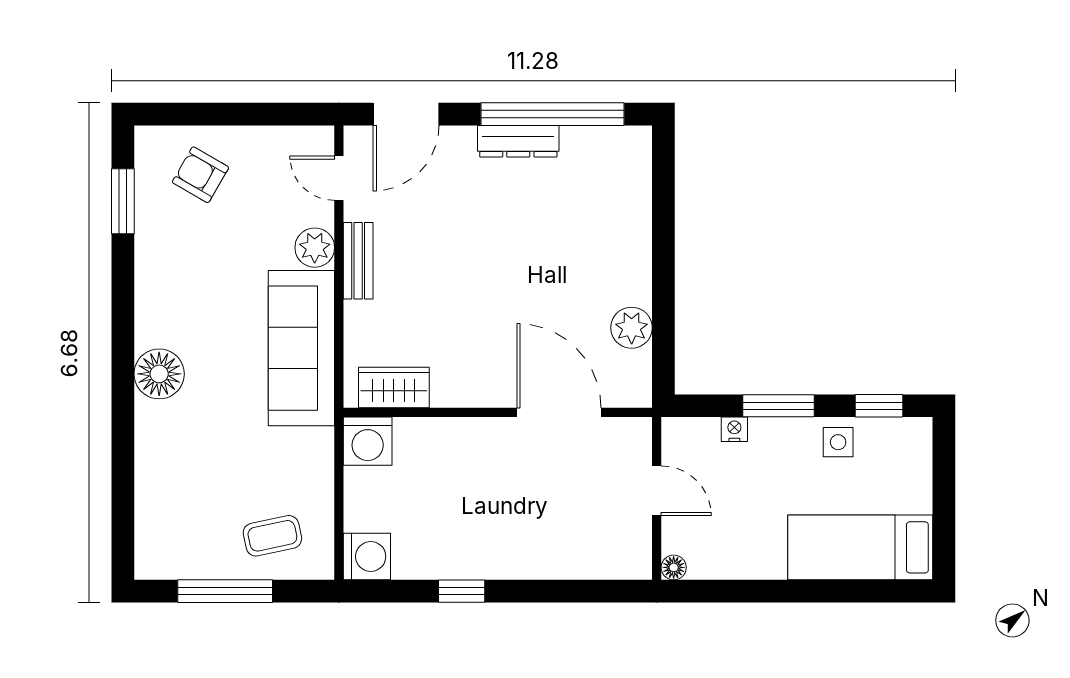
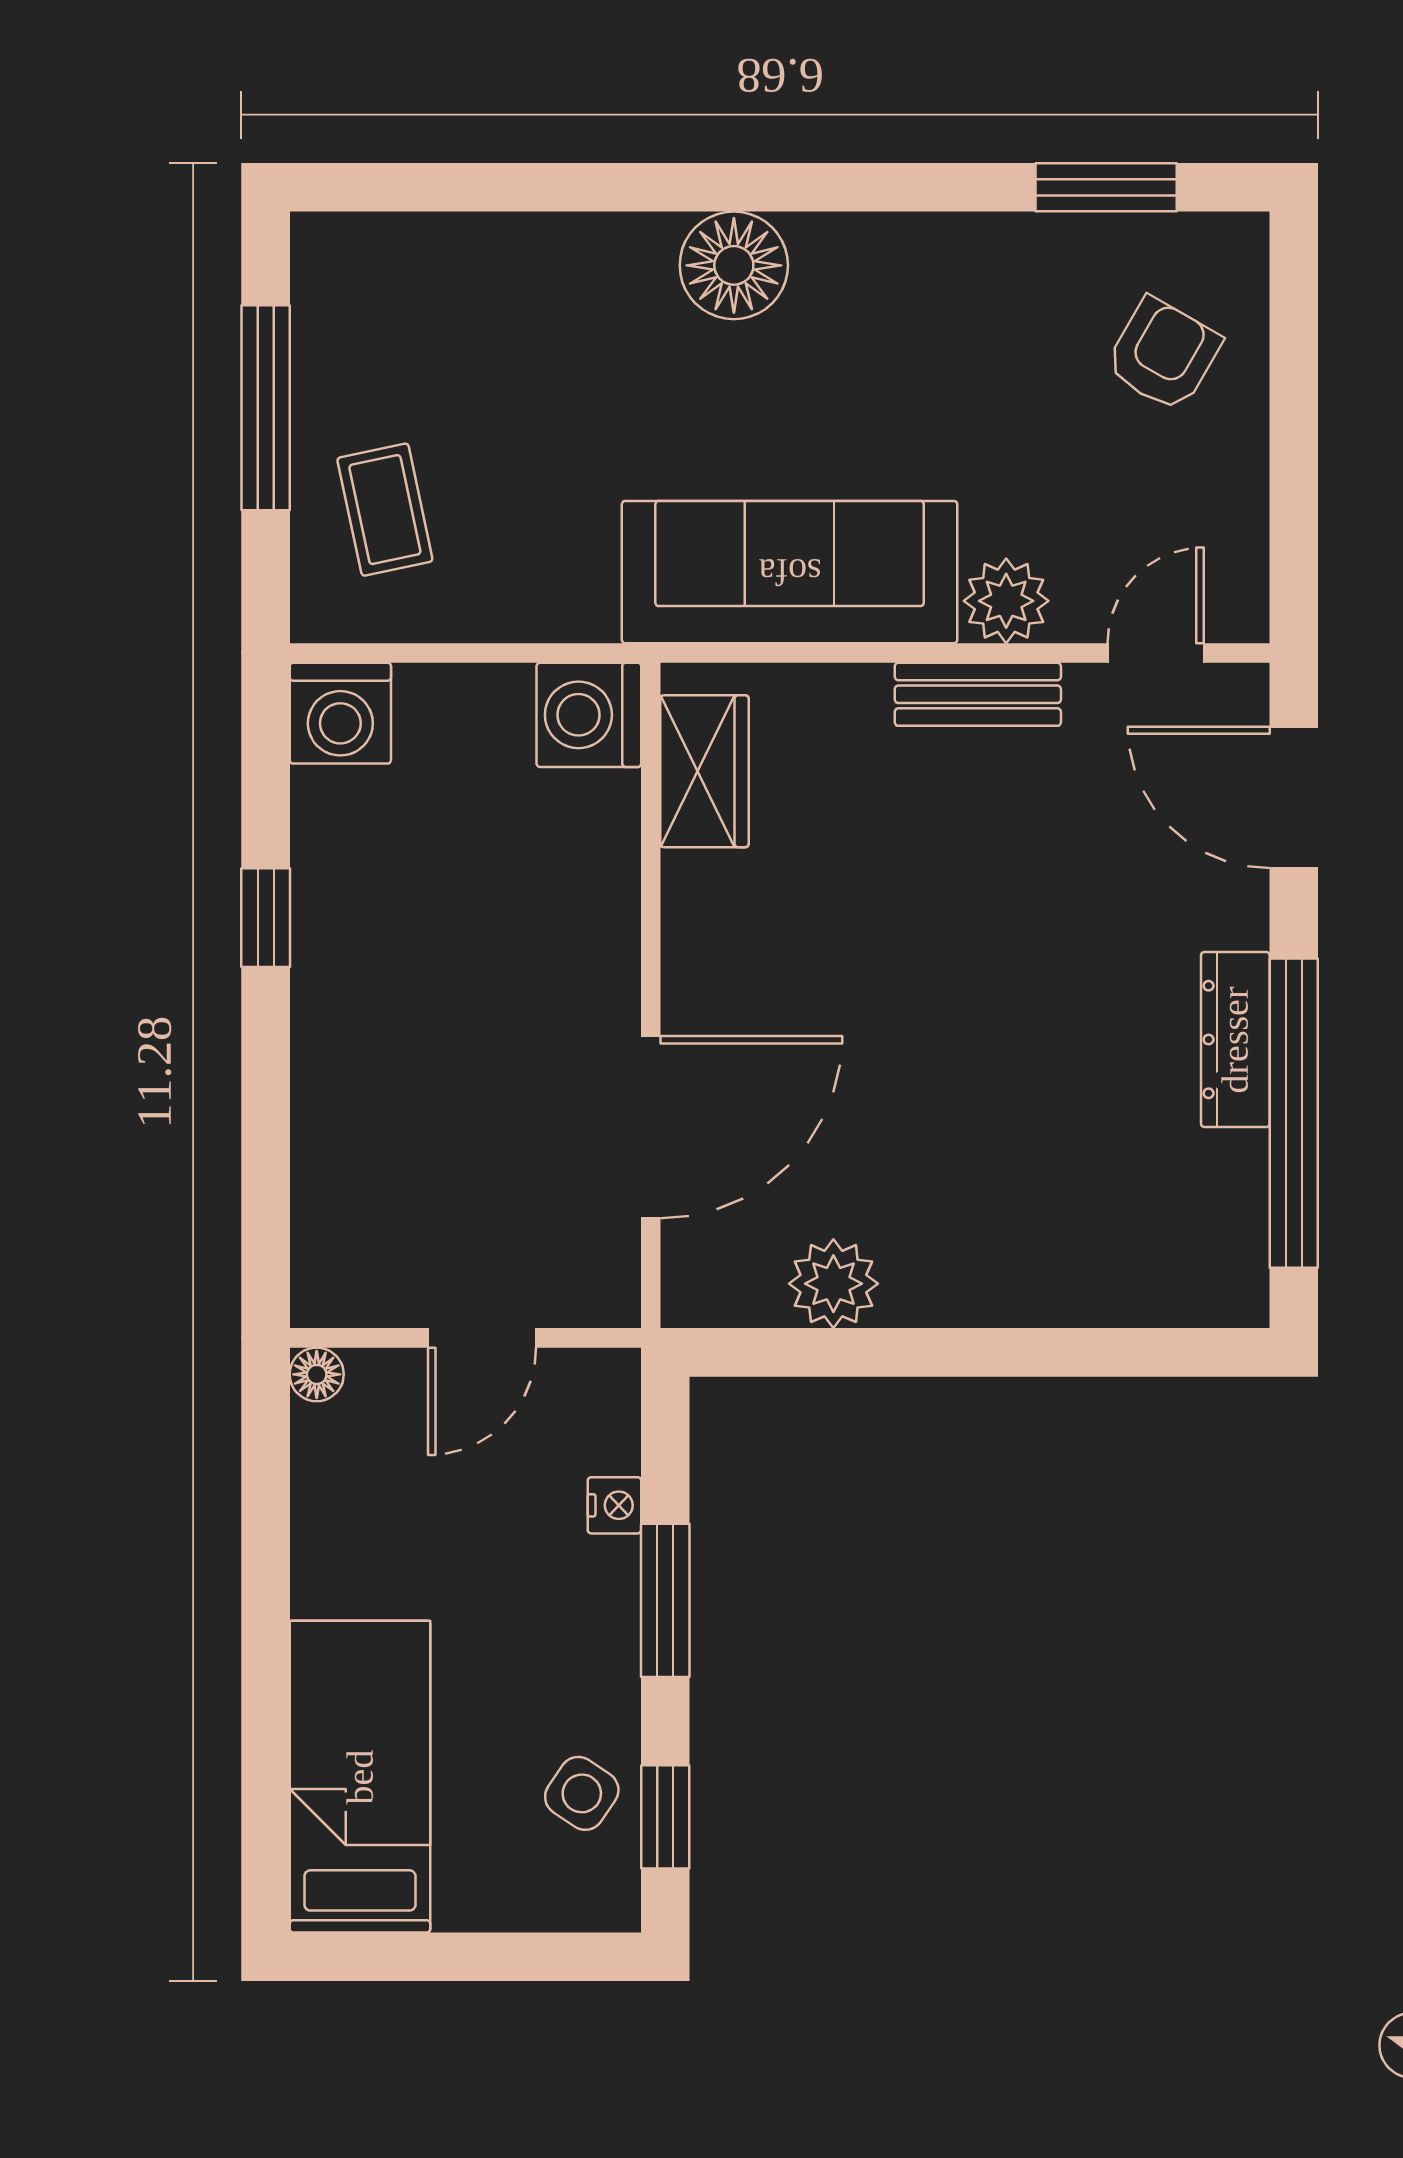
side table: (838, 442) -> (582, 1793), moved, turned 34

